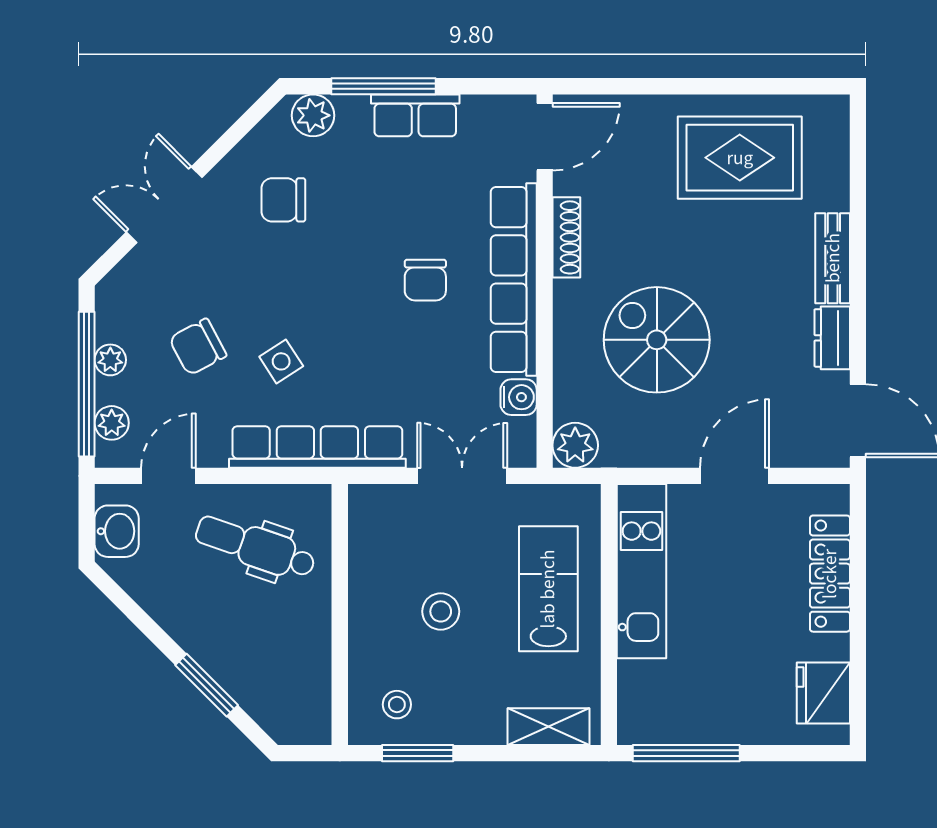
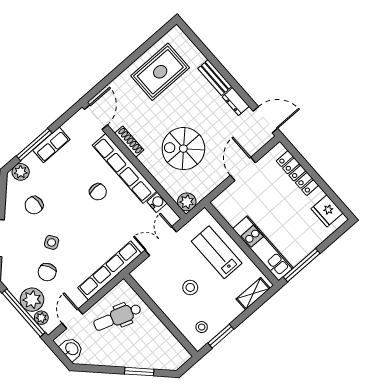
plant: (110, 360) -> (32, 300), width x1.88, depth x1.88
side table: (281, 361) -> (52, 242), moved
kitchen unit: (641, 571) -> (263, 248), moved

